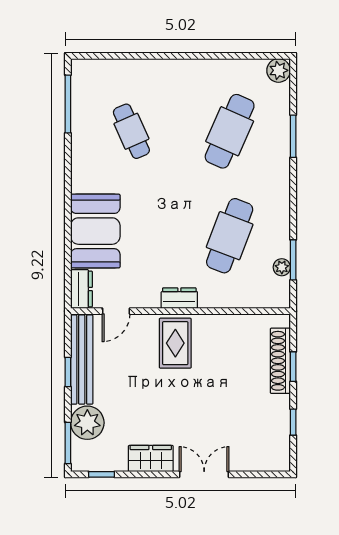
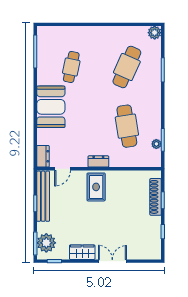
cafe table: (131, 131) -> (71, 67), turned 36
booth: (95, 231) -> (51, 107), moved
cafe table: (230, 236) -> (127, 126), turned -30
plant: (87, 423) -> (46, 243), moved

